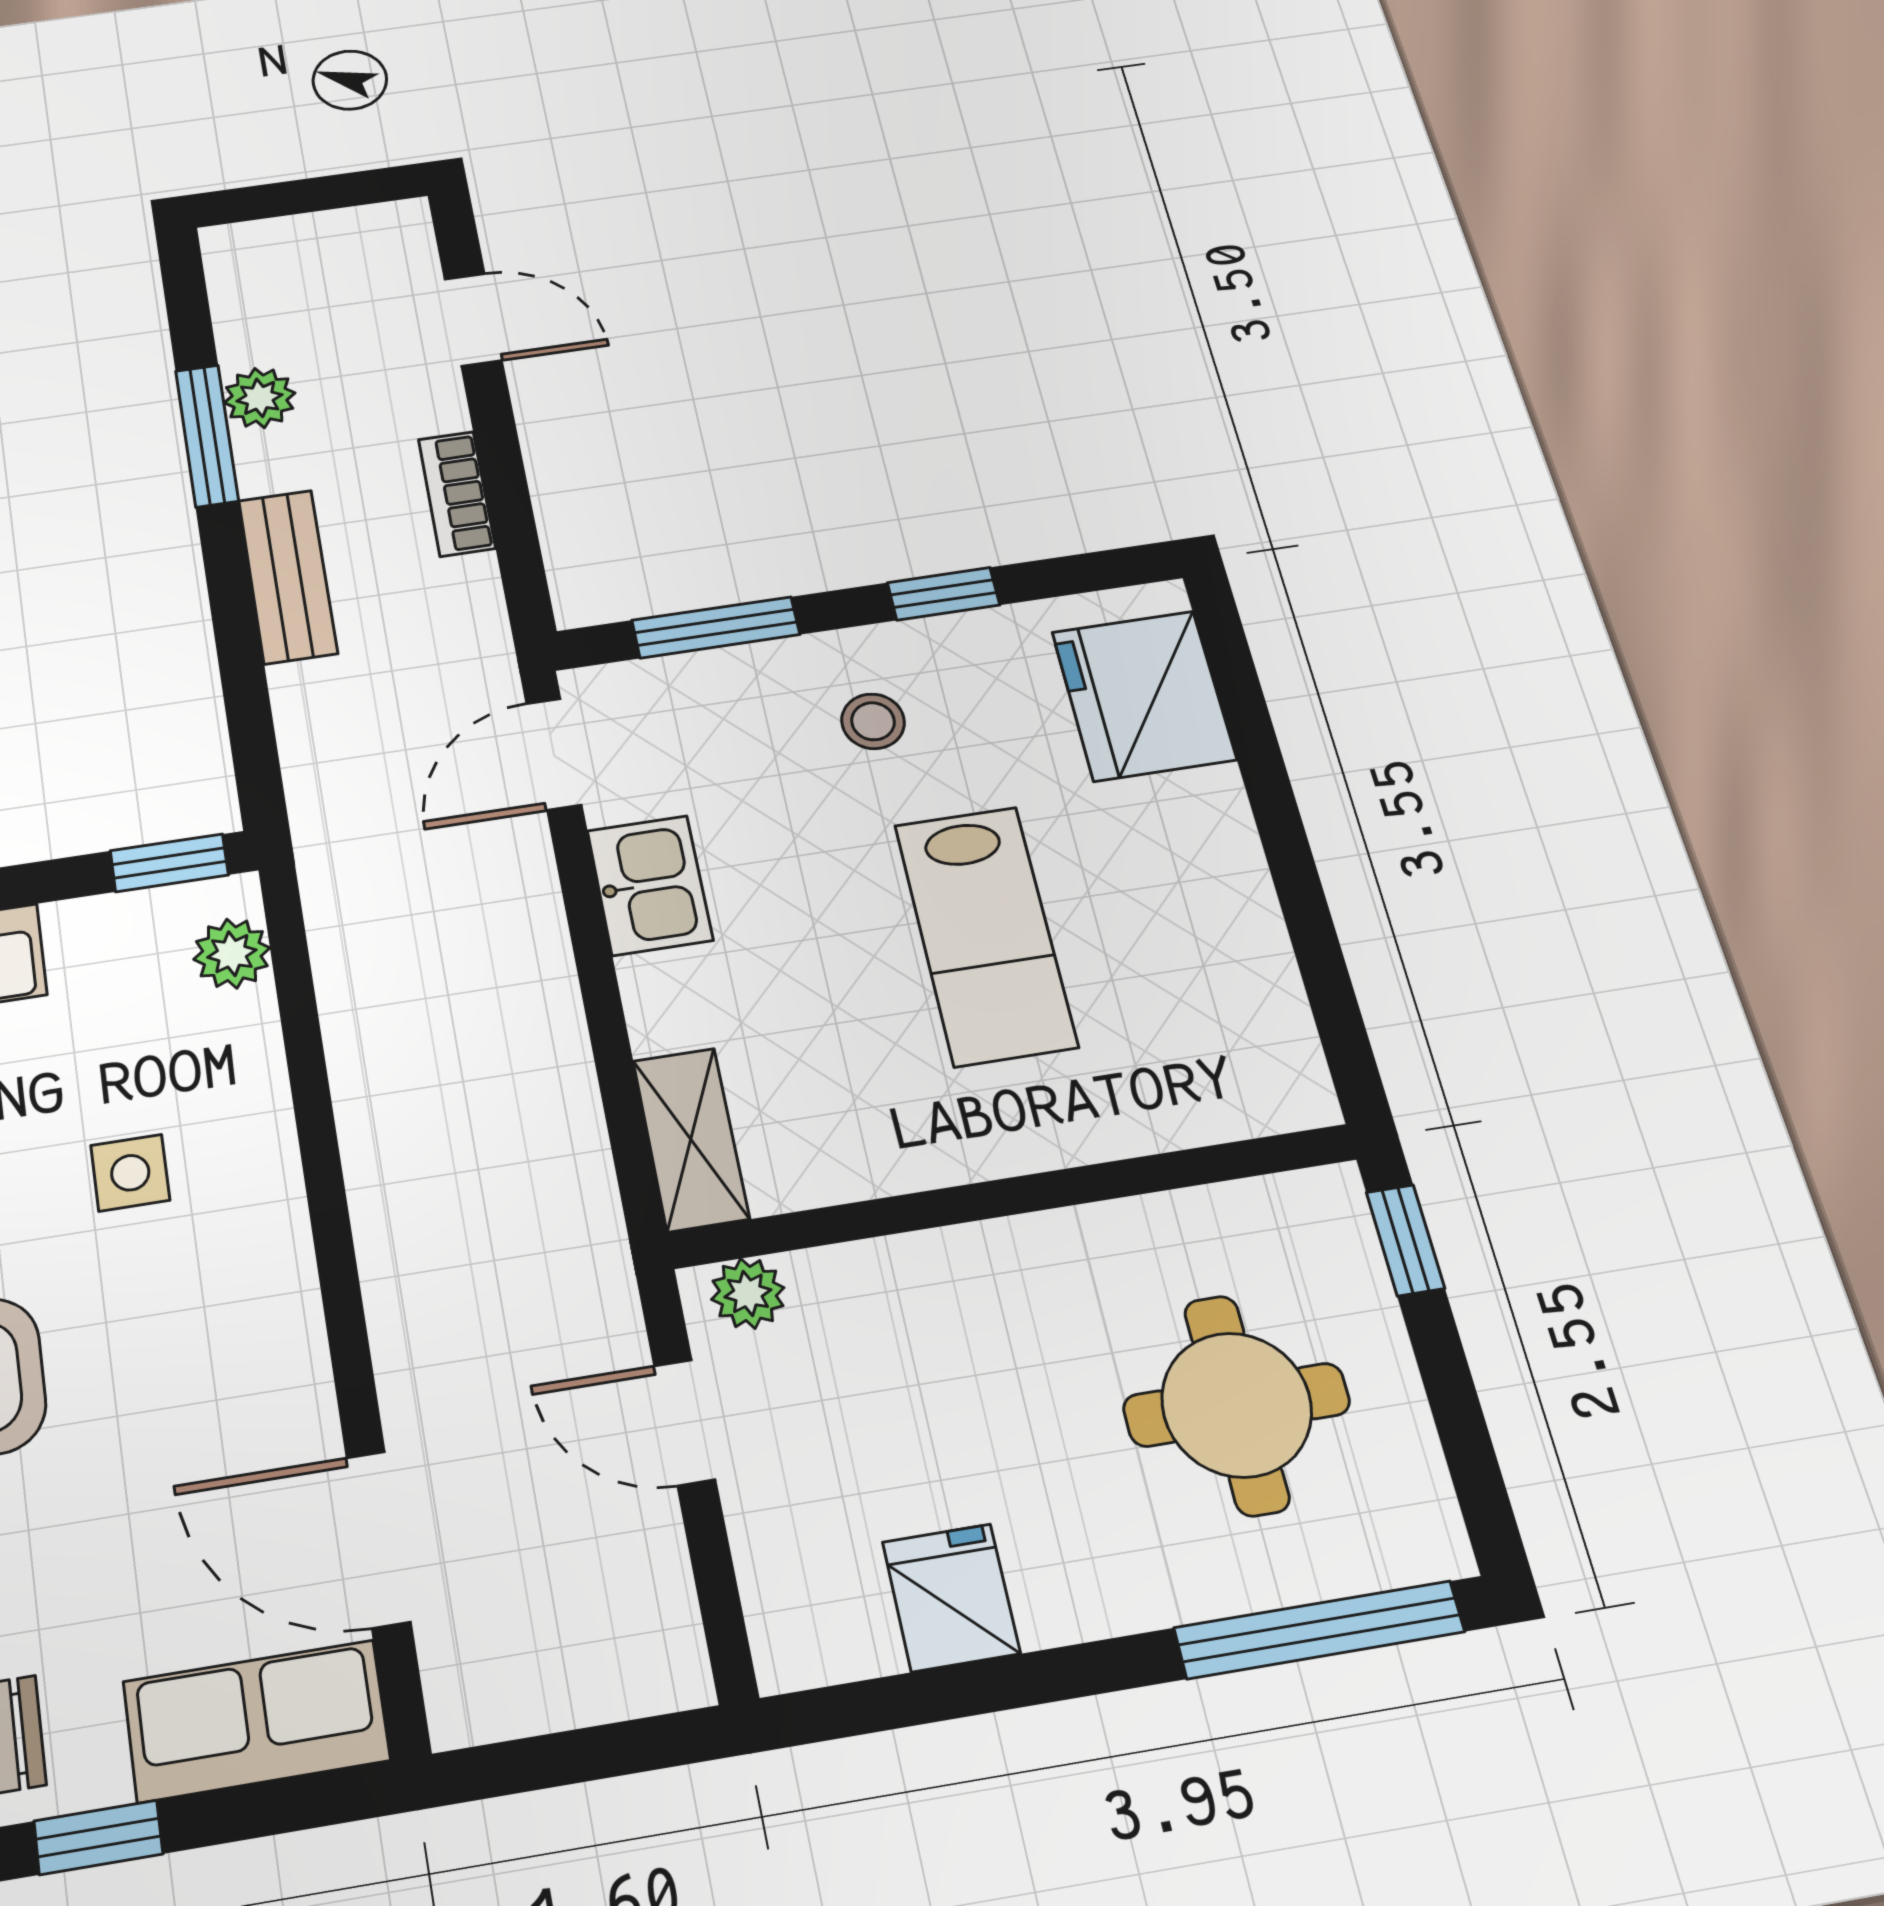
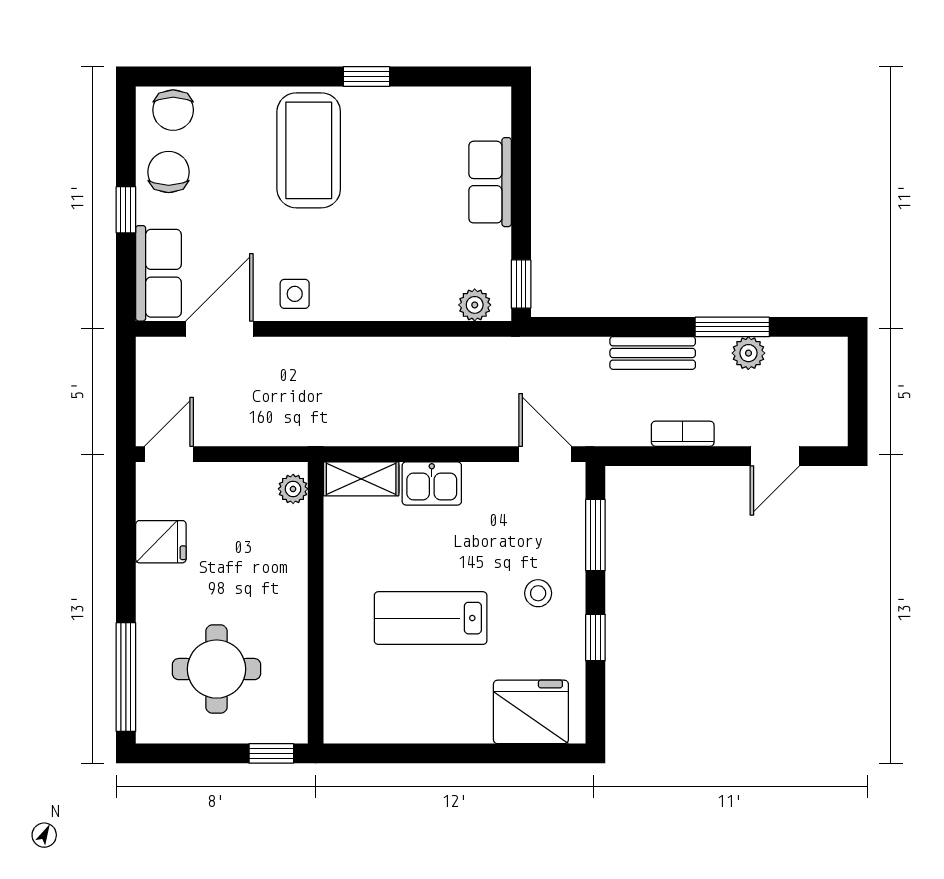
kitchen sink: (650, 885) -> (432, 483), moved
side table: (130, 1173) -> (295, 294), moved
door: (685, 1422) -> (169, 454), moved

